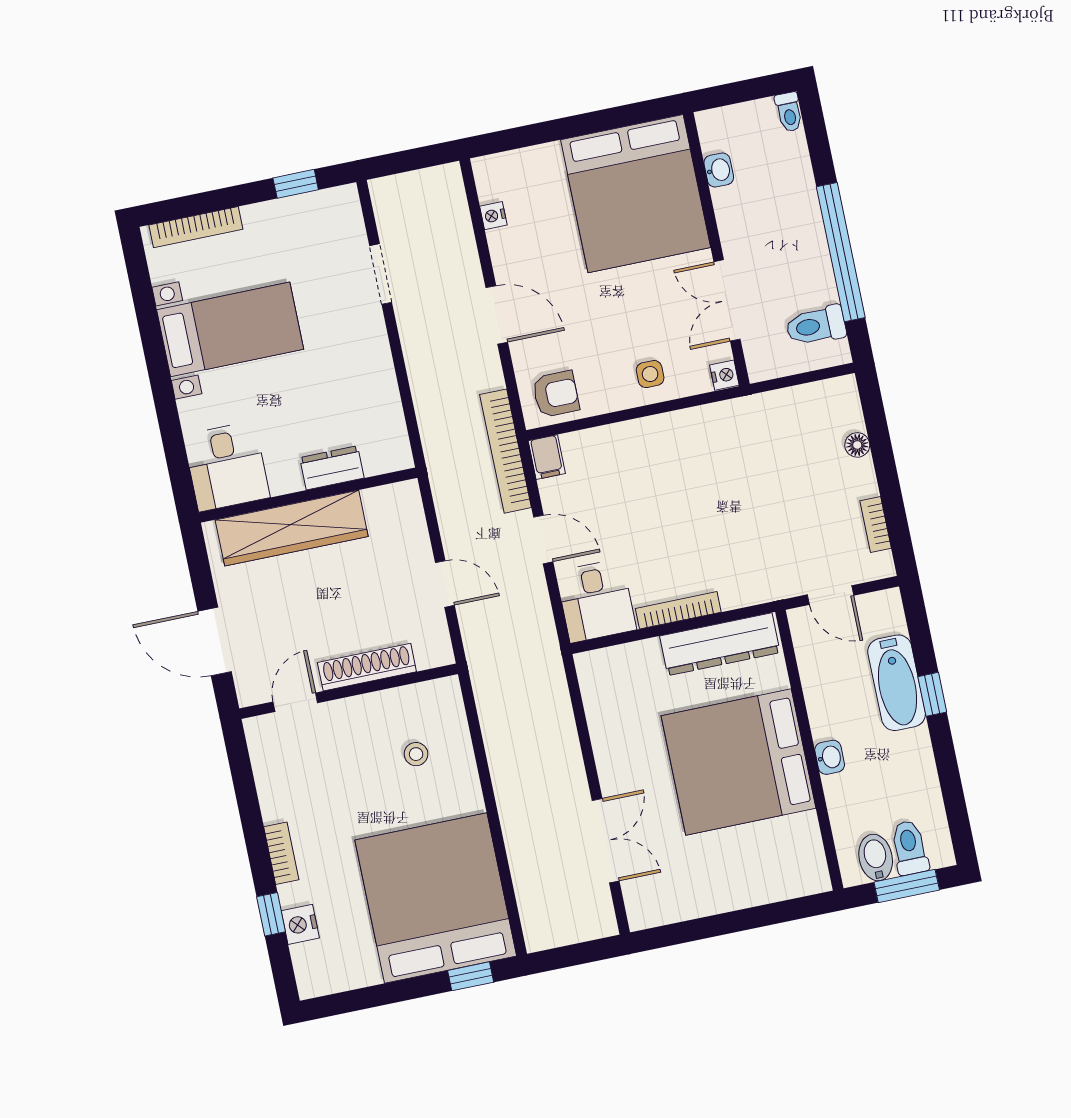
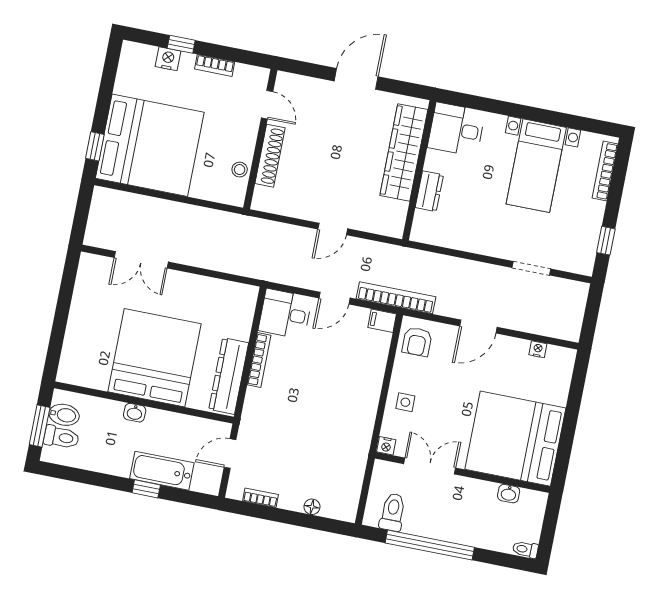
shoe rack: (367, 667) -> (270, 156), moved
wall: (349, 691) -> (260, 139), moved
door: (295, 702) -> (267, 105), moved

